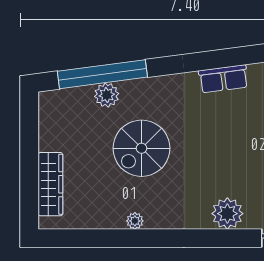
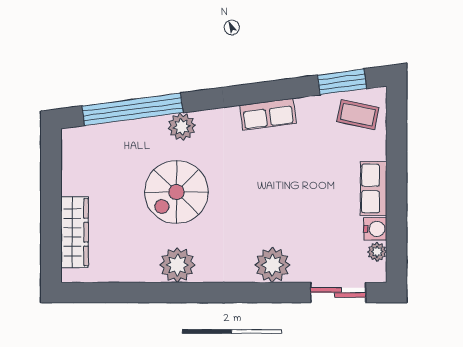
plant: (107, 95) -> (182, 127), moved
plant: (135, 221) -> (177, 265), width x1.88, depth x1.88

